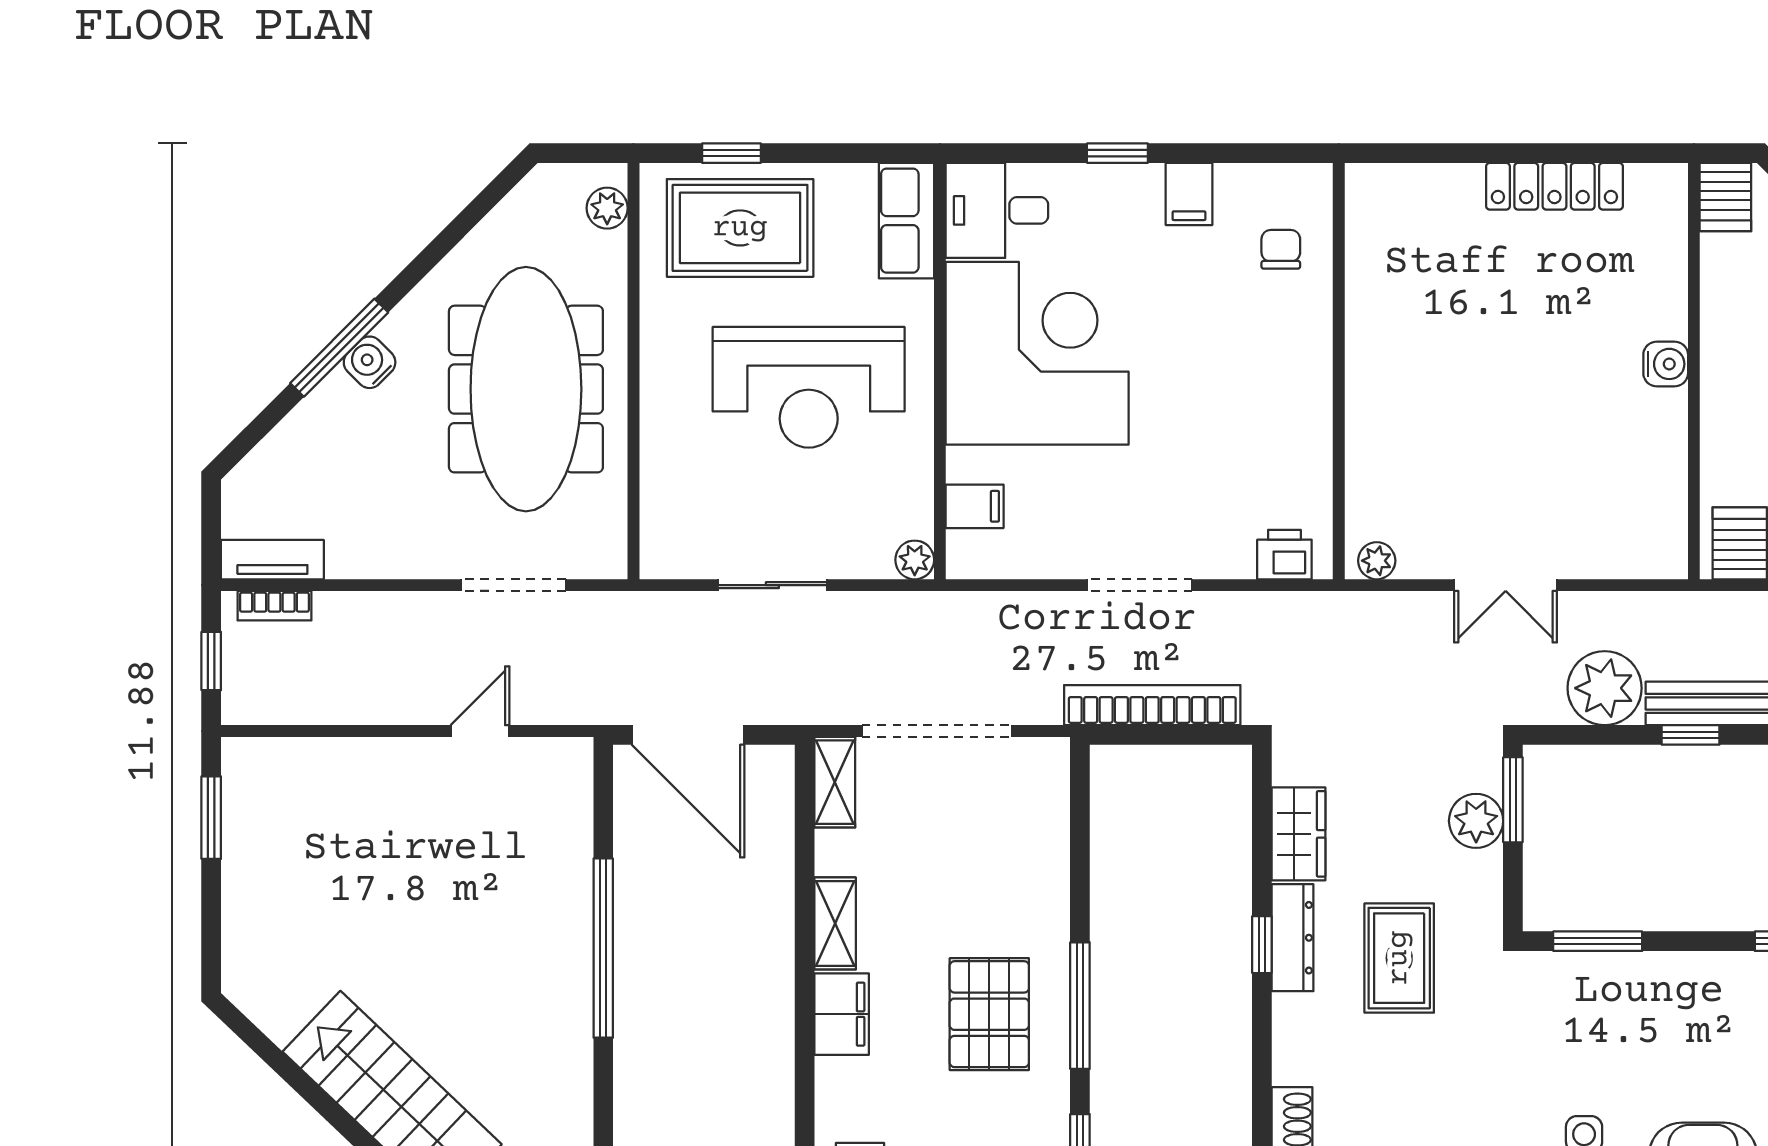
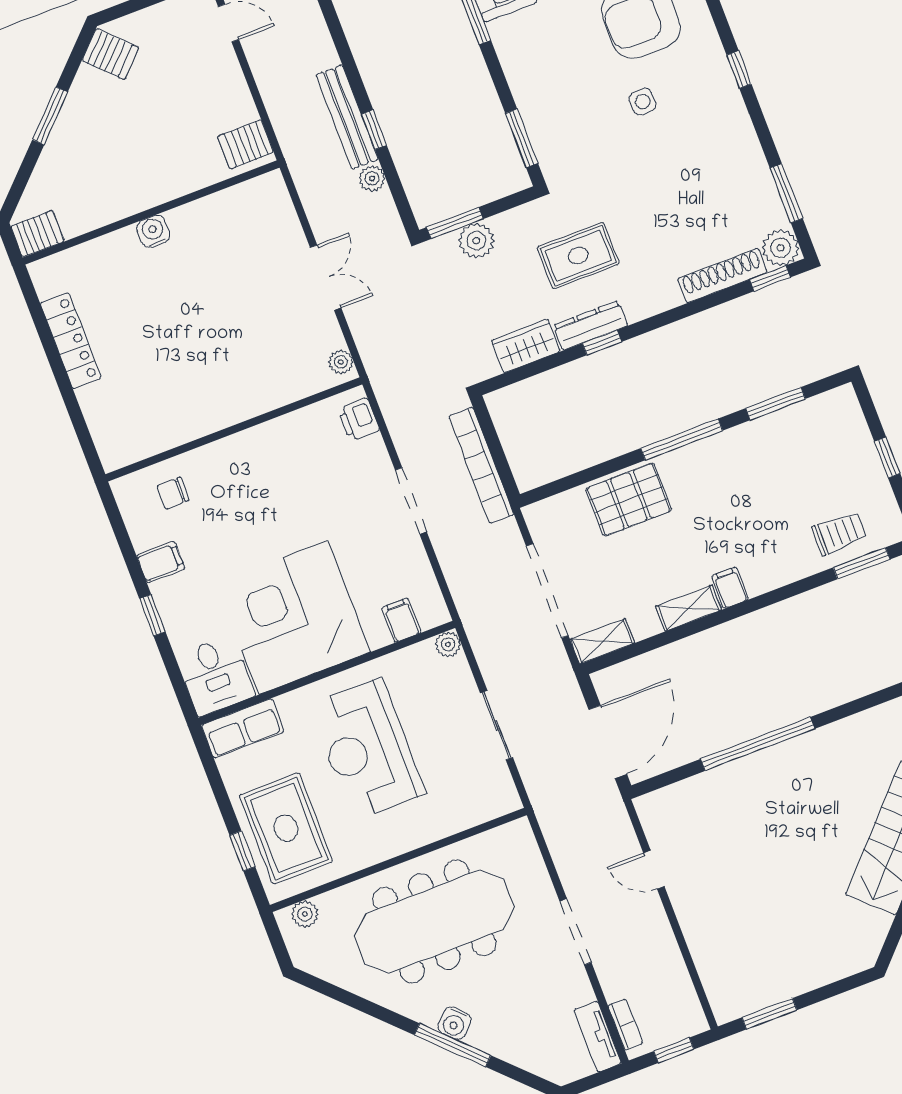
reception desk: (809, 387) -> (367, 749), turned 180
doorway: (514, 585) -> (575, 932), moved
plant: (1605, 688) -> (372, 178), width x0.53, depth x0.53
filing cabinet: (842, 1014) -> (730, 588), width x0.50
pallet: (989, 1014) -> (629, 500), moved

